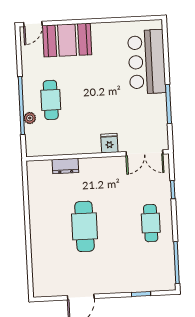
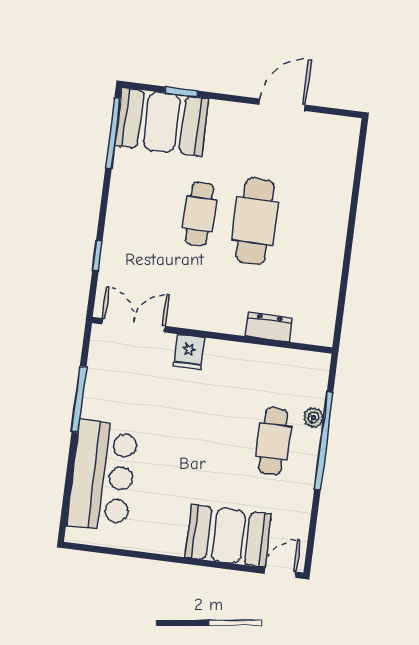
cafe table: (151, 223) -> (200, 214), moved
booth: (149, 274) -> (162, 122), added

